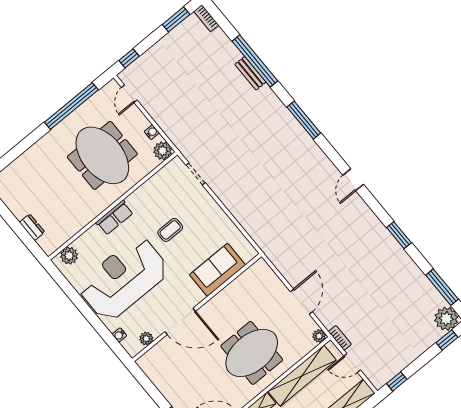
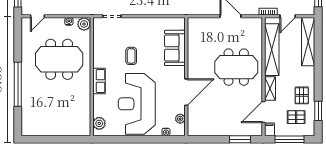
door: (129, 94) -> (37, 16), hinge flipped
window: (71, 106) -> (18, 84), moved
dresser: (32, 227) -> (67, 131), removed
plant: (319, 336) -> (258, 22), removed
meeting table: (252, 353) -> (236, 67), turned 90

